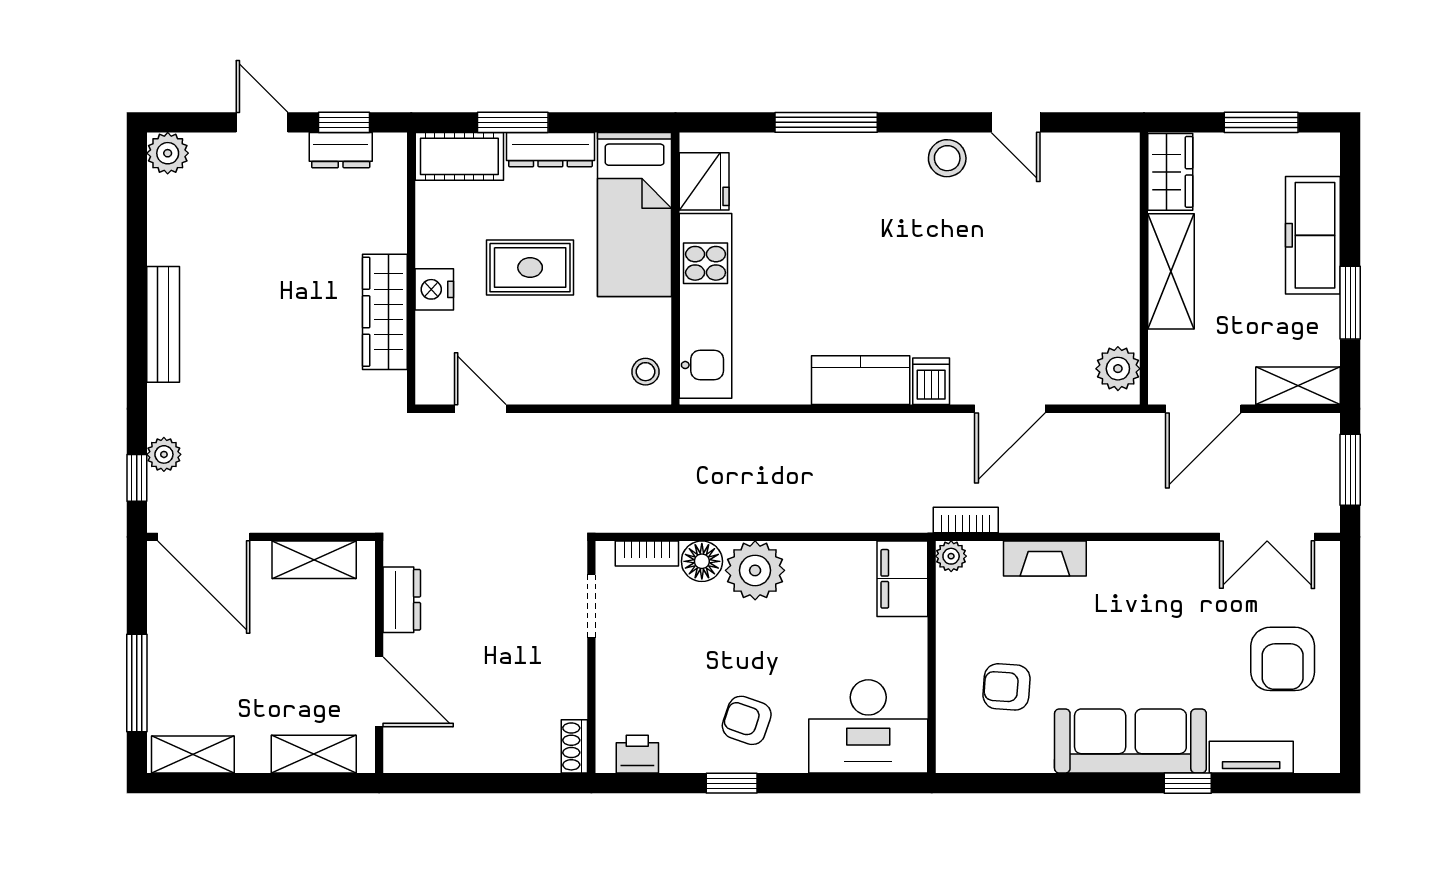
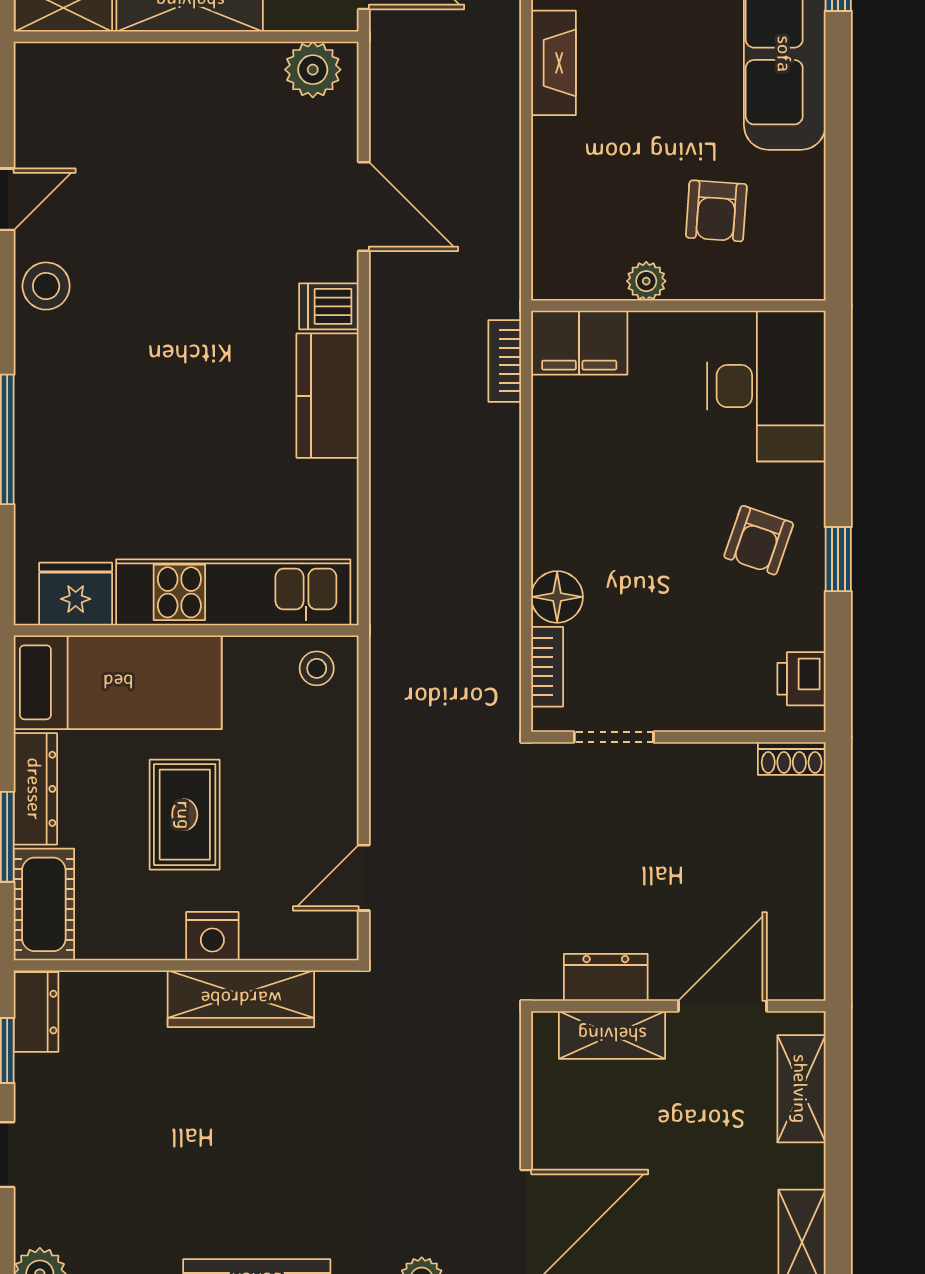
dresser: (341, 150) -> (36, 1012), moved
bookcase: (966, 520) -> (505, 361), moved
plant: (951, 556) -> (646, 281), moved
fireplace: (1045, 559) -> (554, 63), moved
shelving: (314, 560) -> (612, 1035), moved, turned 90
plant: (755, 570) -> (569, 530), removed

